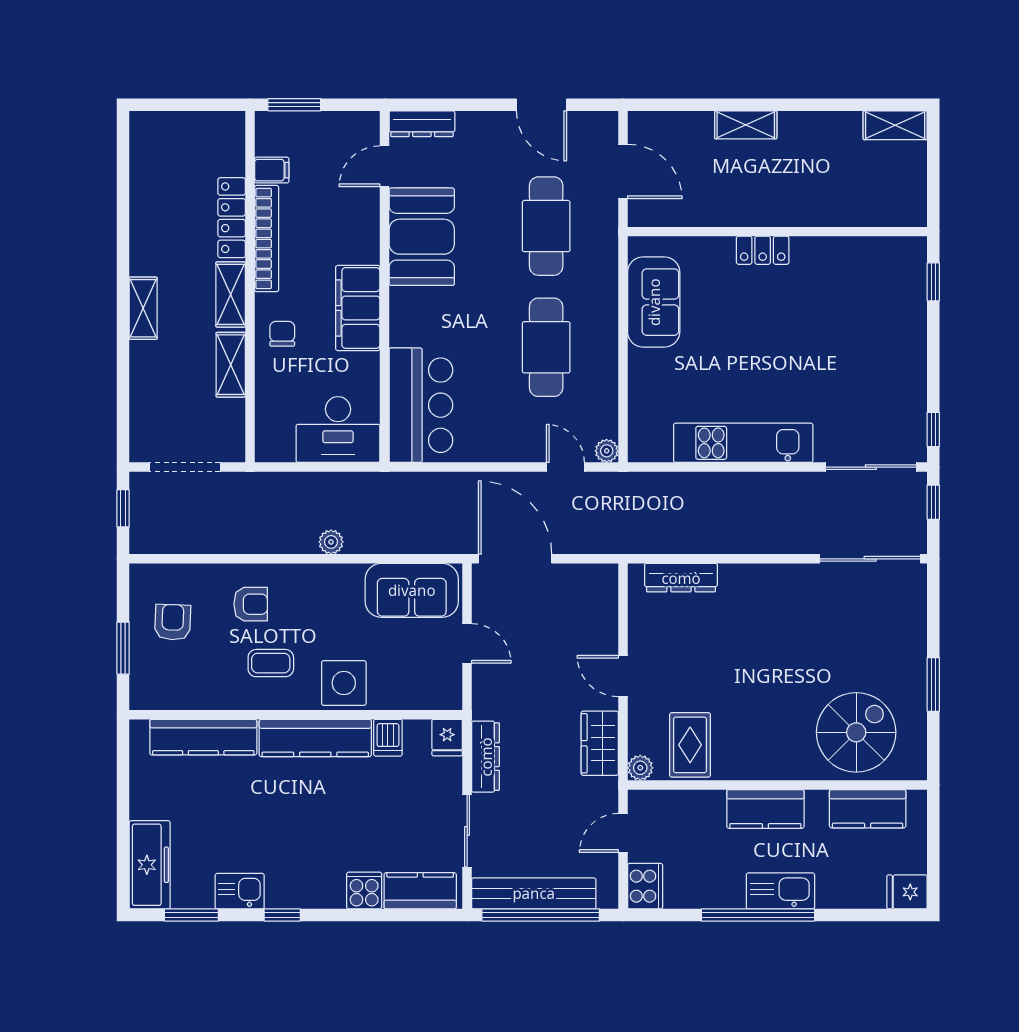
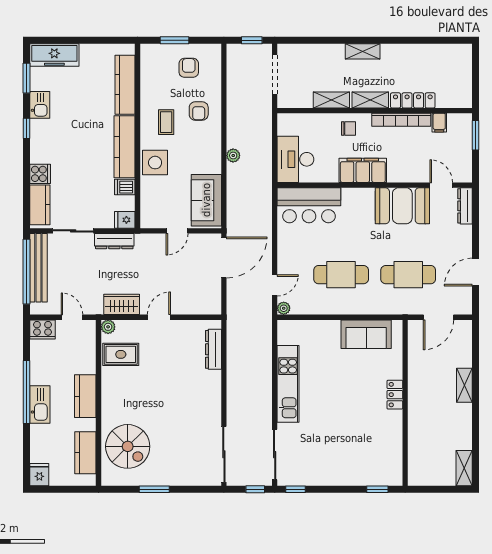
armchair: (173, 622) -> (189, 68), turned -92

